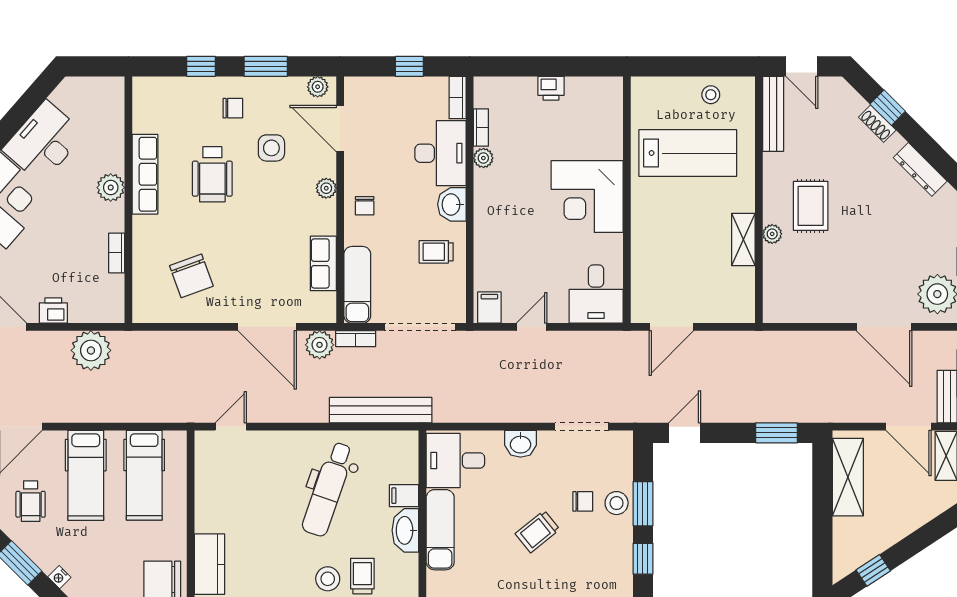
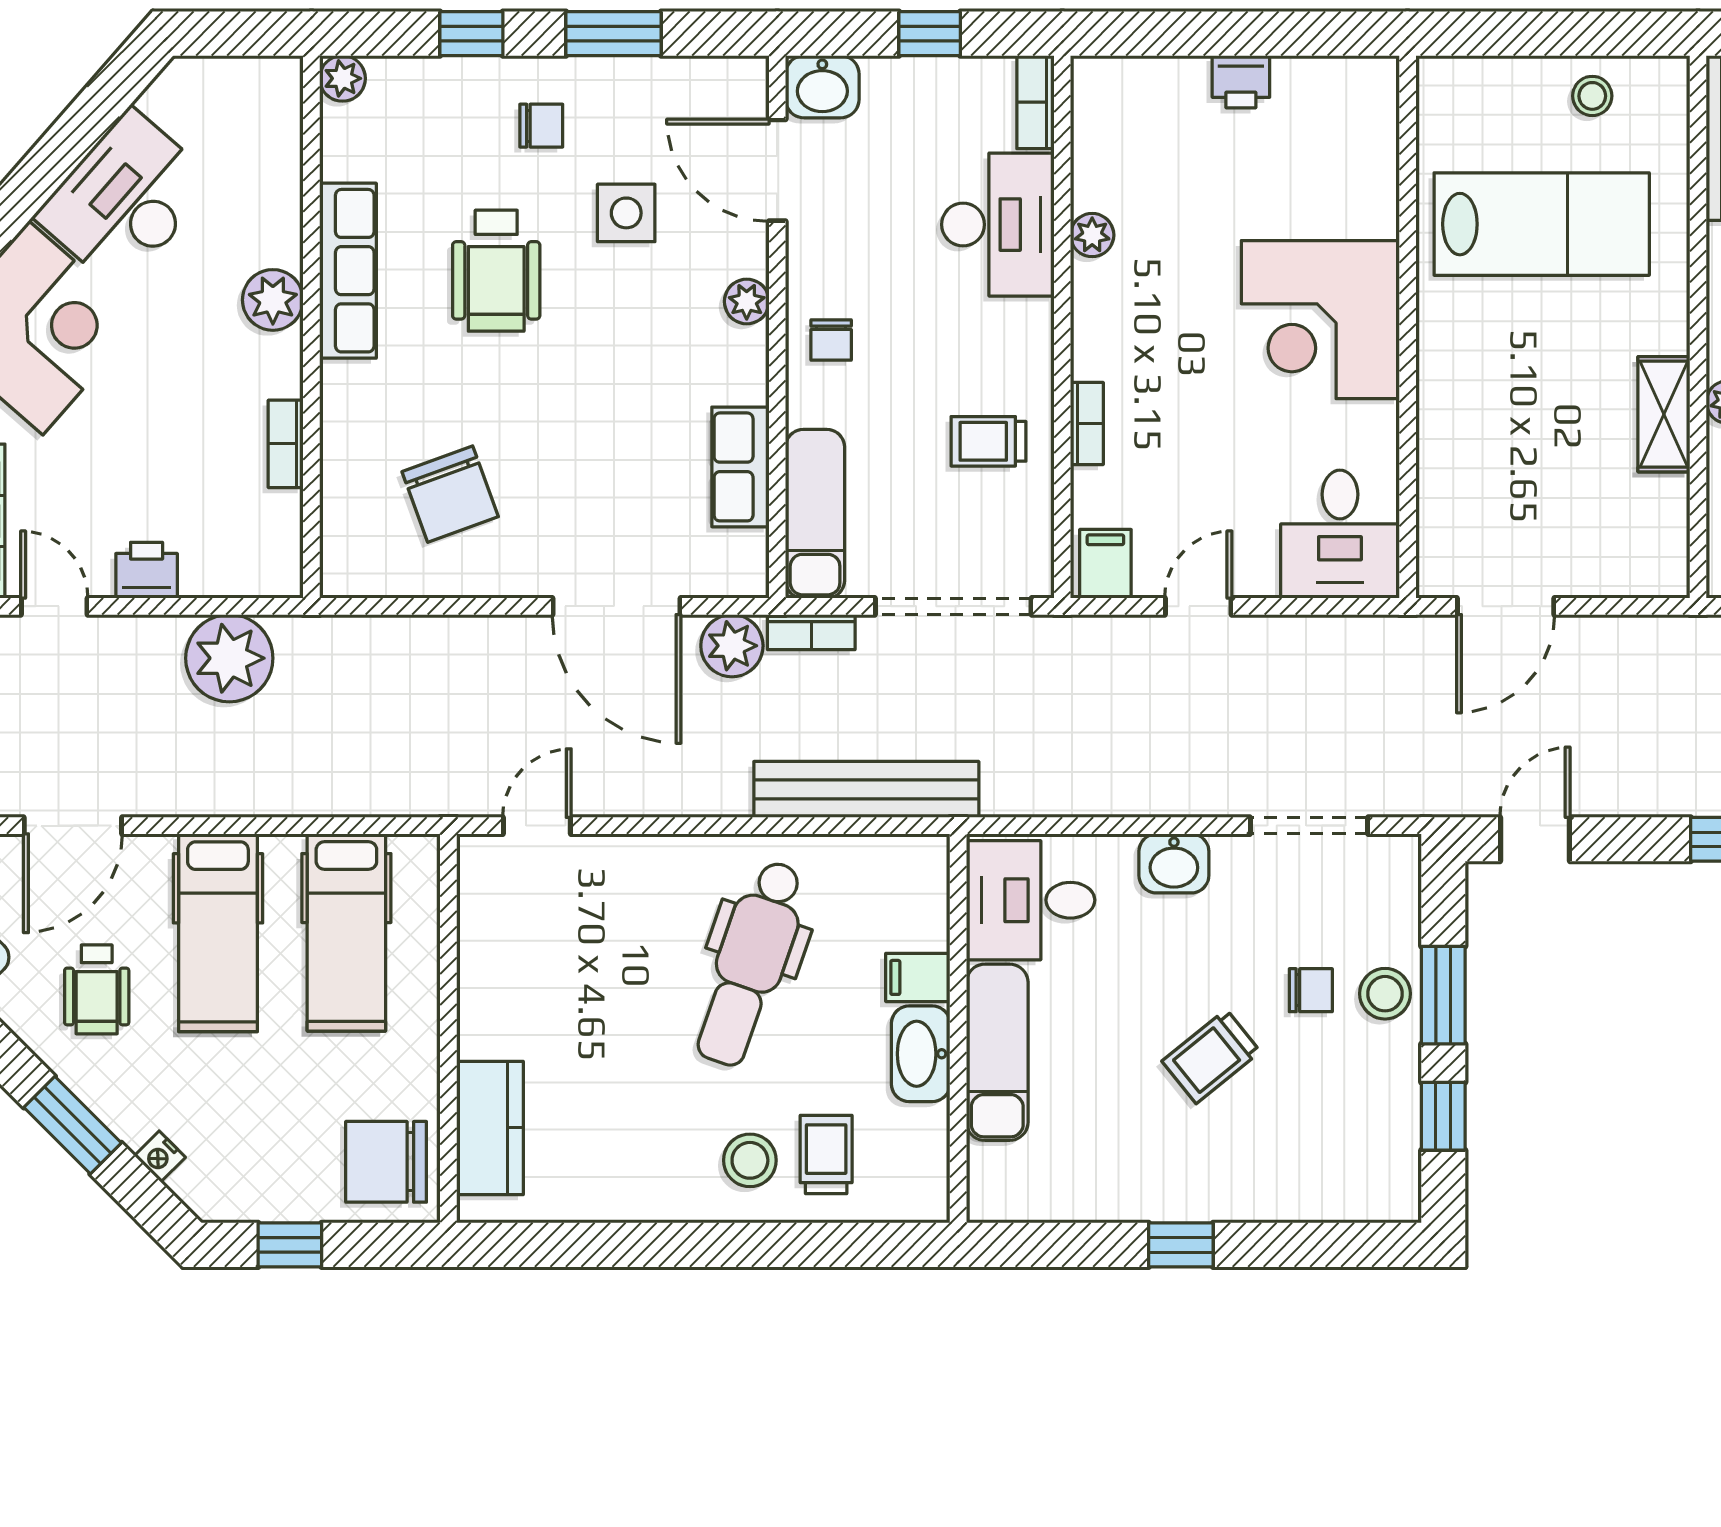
plant: (318, 87) -> (342, 78), moved
bookcase: (481, 128) -> (1087, 423), moved
washbasin: (452, 204) -> (822, 87), moved, turned -90

